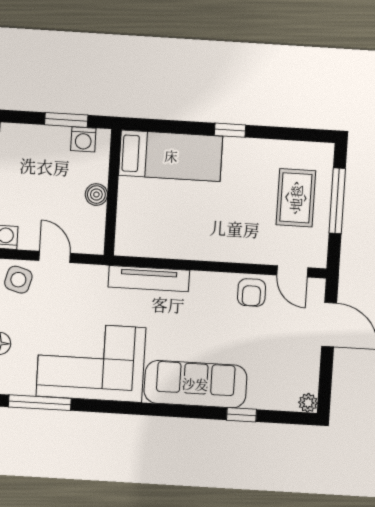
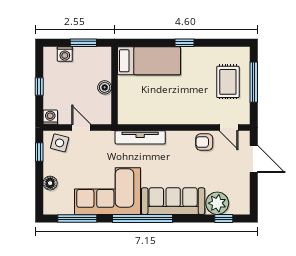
washing machine: (83, 139) -> (65, 54), moved
armchair: (252, 292) -> (204, 142), turned 90
plant: (308, 403) -> (217, 203), moved, width x1.88, depth x1.88
window: (145, 409) -> (143, 218), added
window: (241, 415) -> (224, 218), moved

